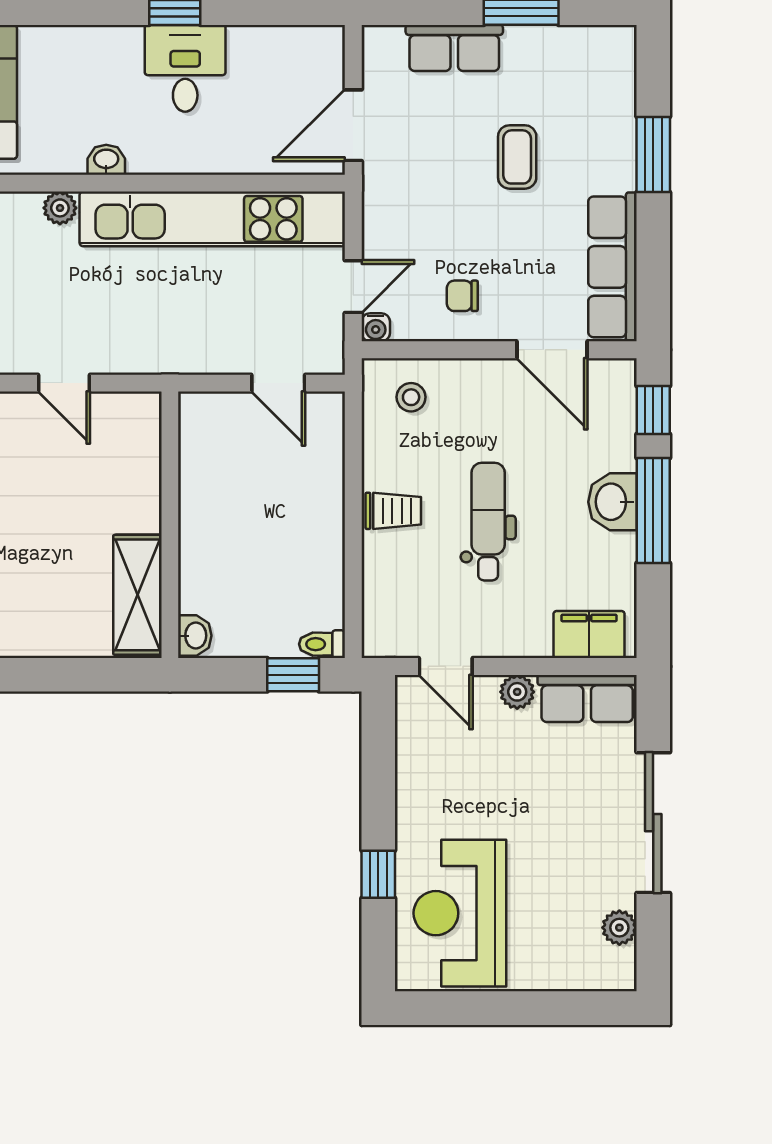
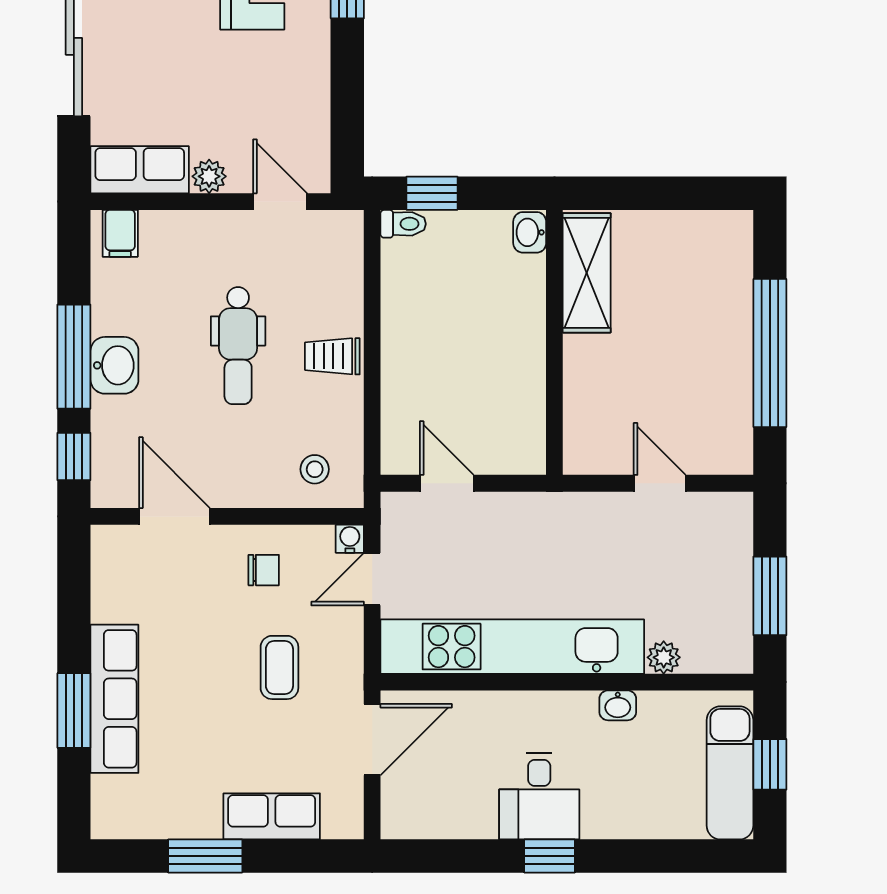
coffee table: (517, 157) -> (279, 667), moved
row of seats: (612, 267) -> (114, 699), moved
filing cabinet: (589, 635) -> (120, 233), width x0.50

